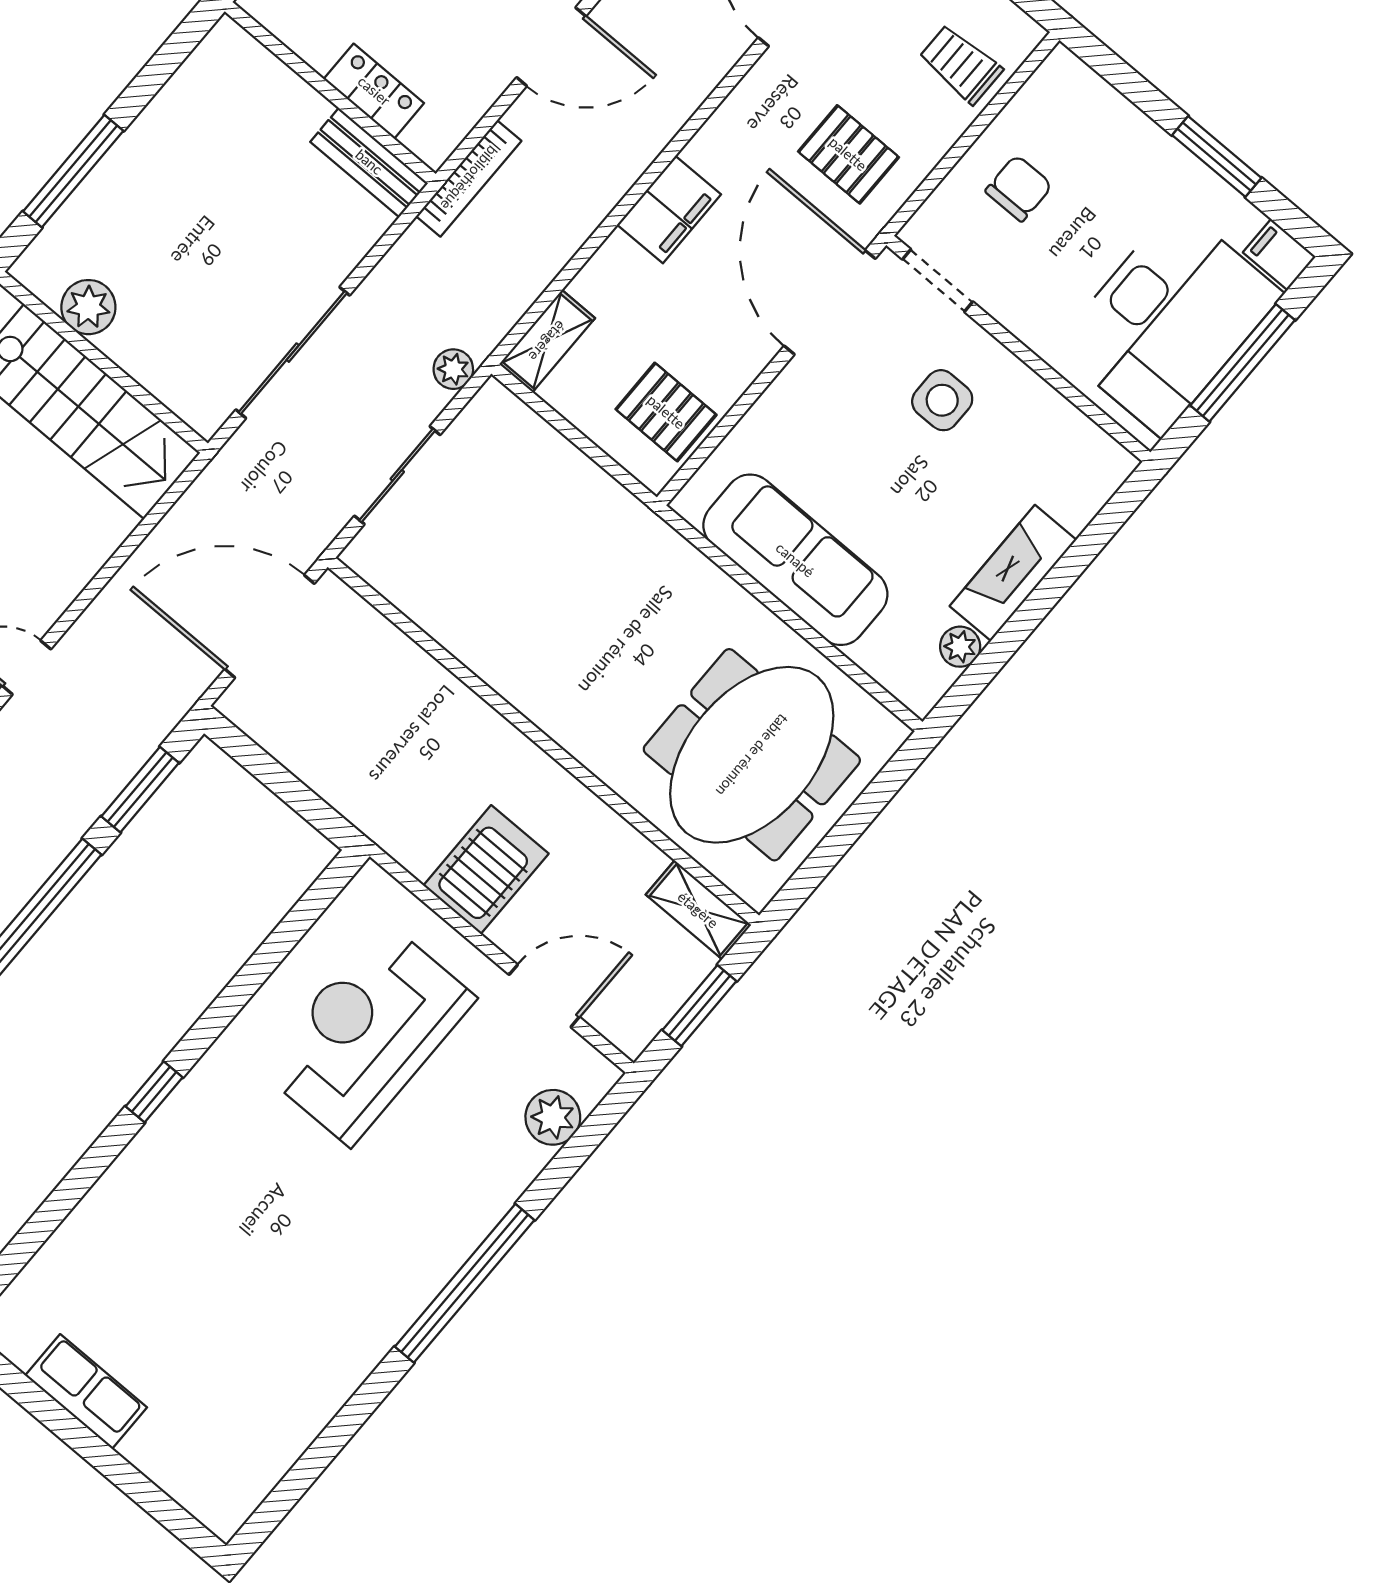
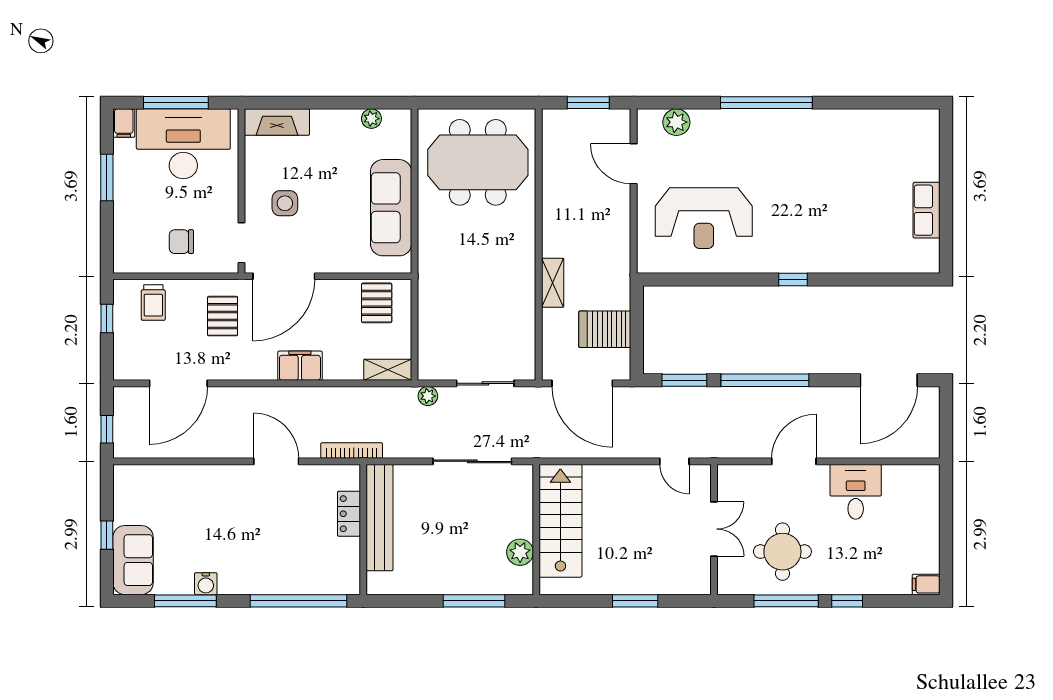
bench: (369, 162) -> (380, 518), width x1.86, depth x1.21
fireplace: (1013, 573) -> (277, 122), moved
server rack: (486, 870) -> (605, 329), moved
shelving: (698, 910) -> (553, 283), moved

